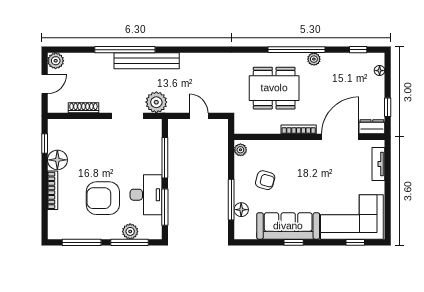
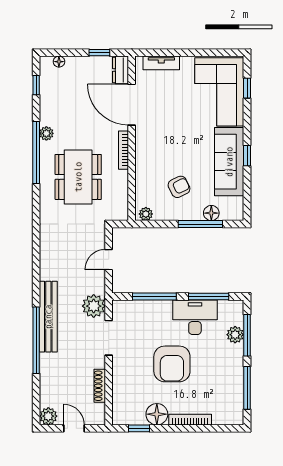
armchair: (265, 180) -> (179, 187), turned 48
armchair: (103, 198) -> (172, 364), moved

